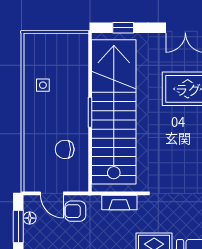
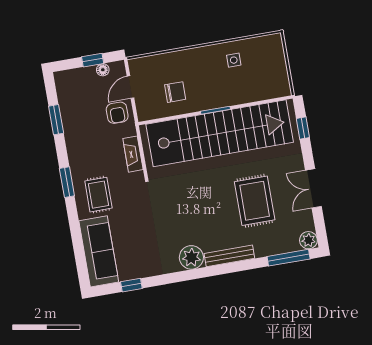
chair: (65, 149) -> (175, 92), turned 90
armchair: (75, 211) -> (117, 113), turned 180
window: (18, 227) -> (93, 60), width x0.67

